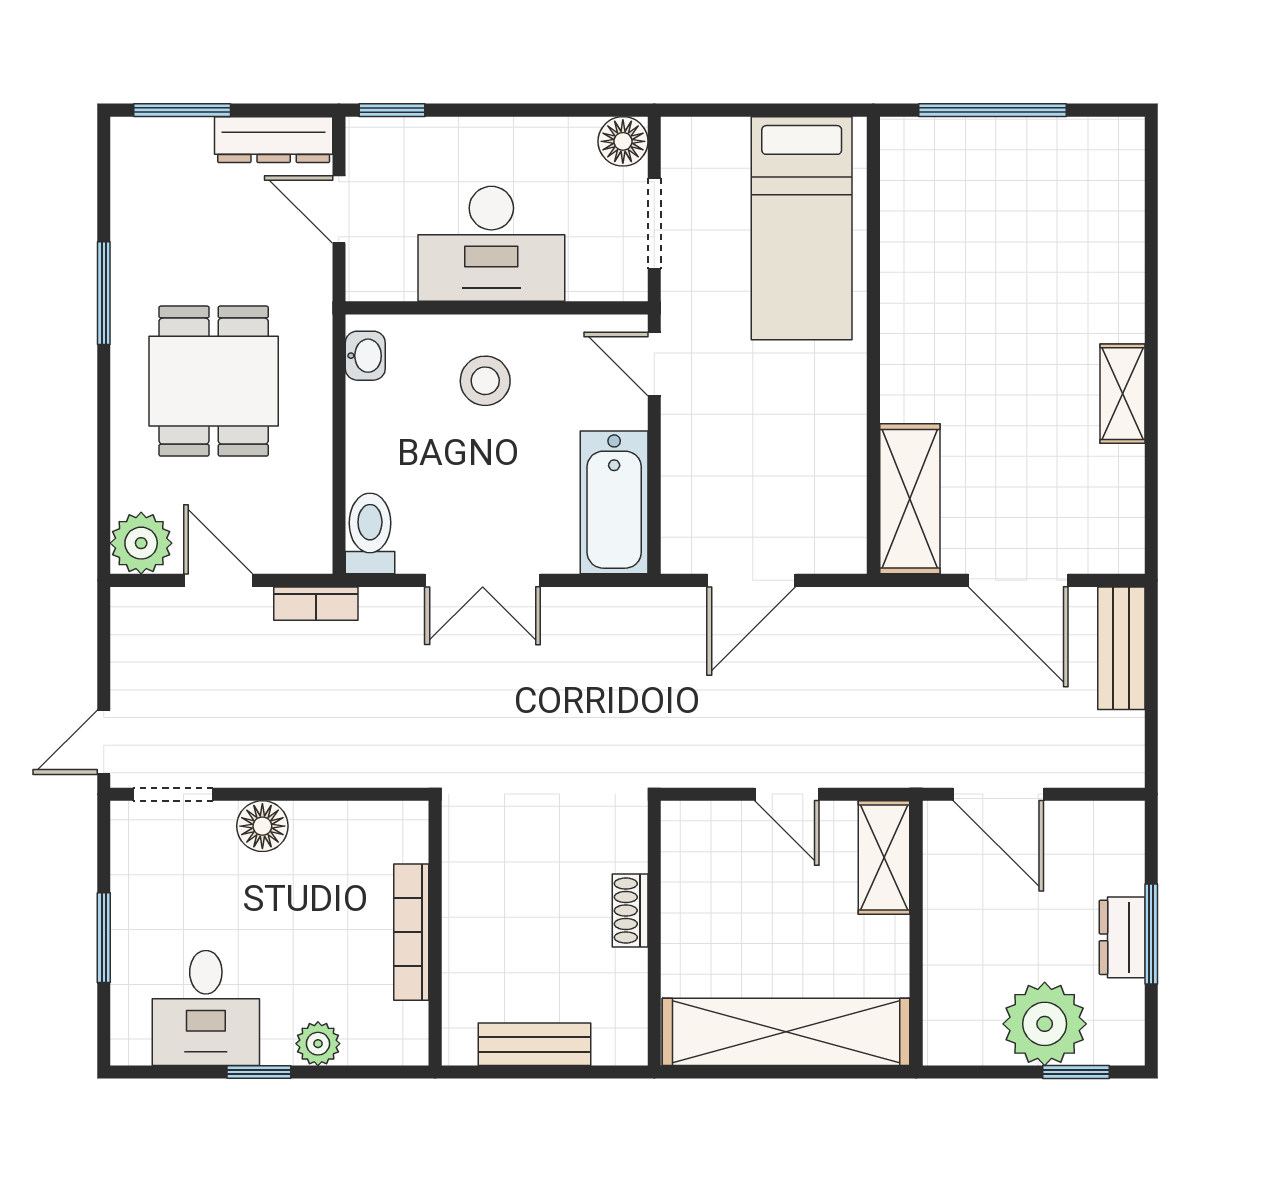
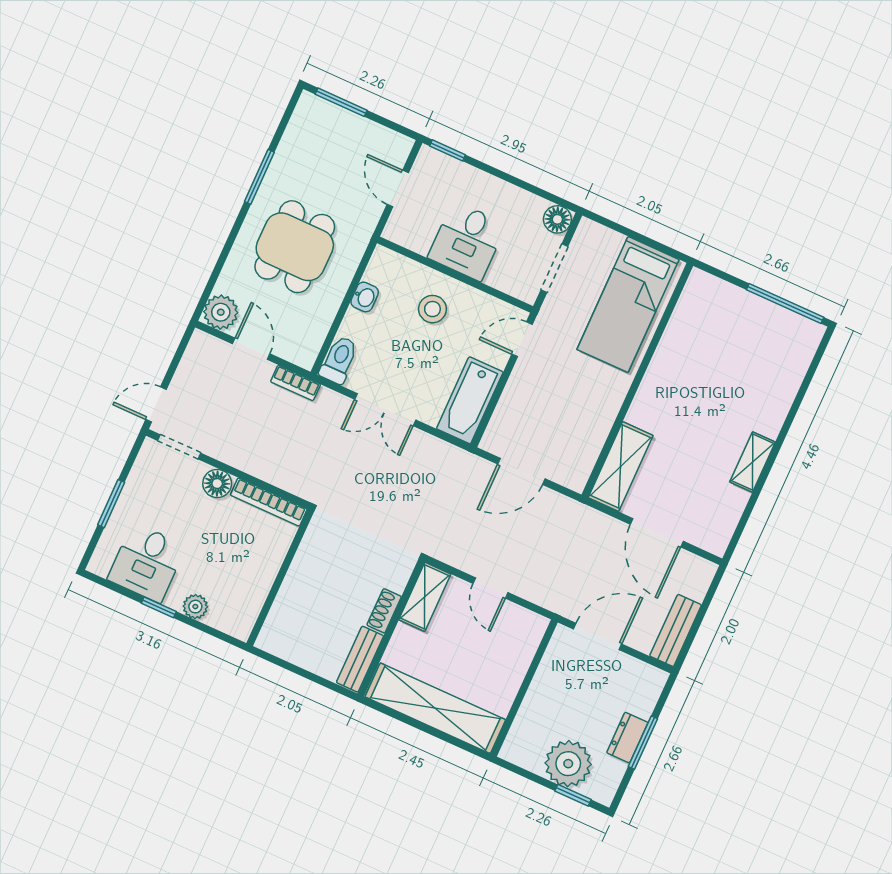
window: (992, 110) -> (785, 304), moved
dresser: (274, 140) -> (381, 138), removed
desk: (491, 244) -> (467, 241), width x0.73
washbasin: (365, 356) -> (365, 297), moved
door: (654, 364) -> (522, 339), hinge flipped
bench: (1121, 648) -> (676, 630), moved
door: (998, 794) -> (598, 637), swing flipped
shelving: (884, 858) -> (425, 597), moved
bookcase: (411, 932) -> (269, 502), moved, turned -90
bench: (534, 1044) -> (360, 659), moved, turned 90

